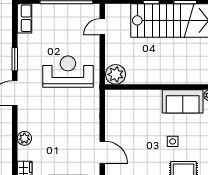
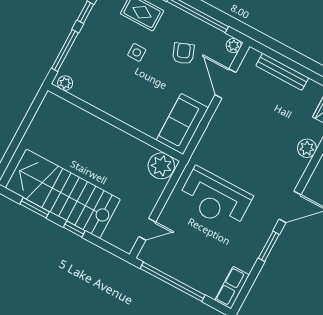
sofa: (183, 101) -> (182, 124), moved, turned -90
armchair: (141, 158) -> (183, 53), added

